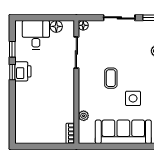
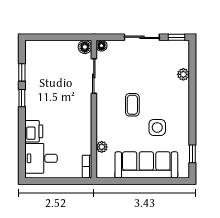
floor lamp: (56, 26) -> (85, 47), moved
desk: (36, 35) -> (41, 158), moved, turned -90
printer: (23, 71) -> (34, 131), moved

